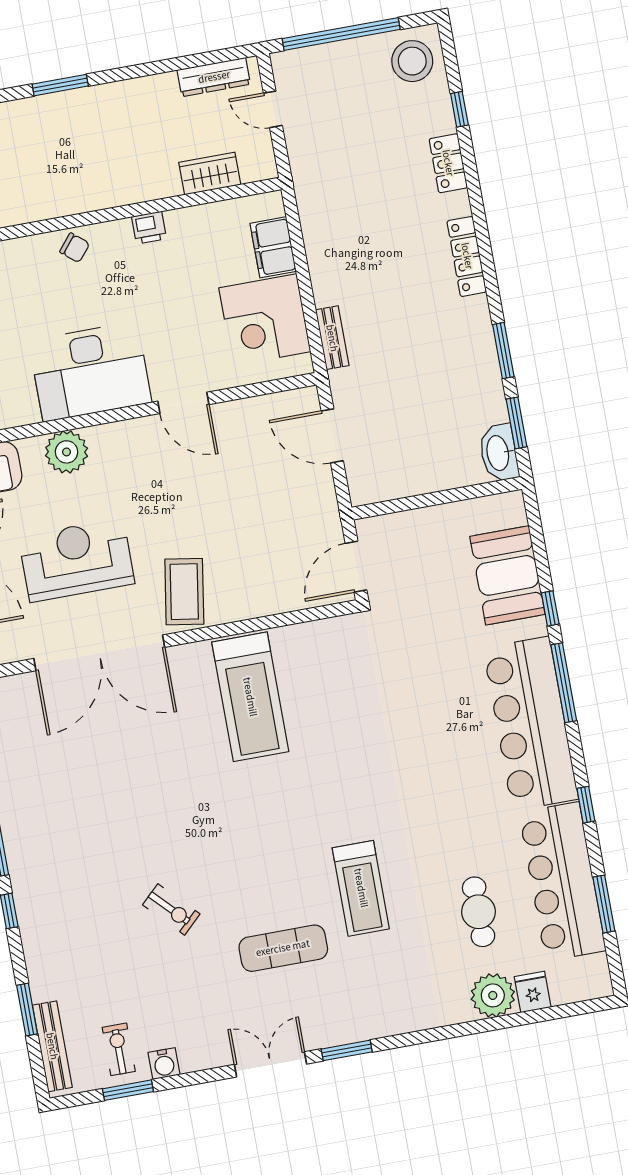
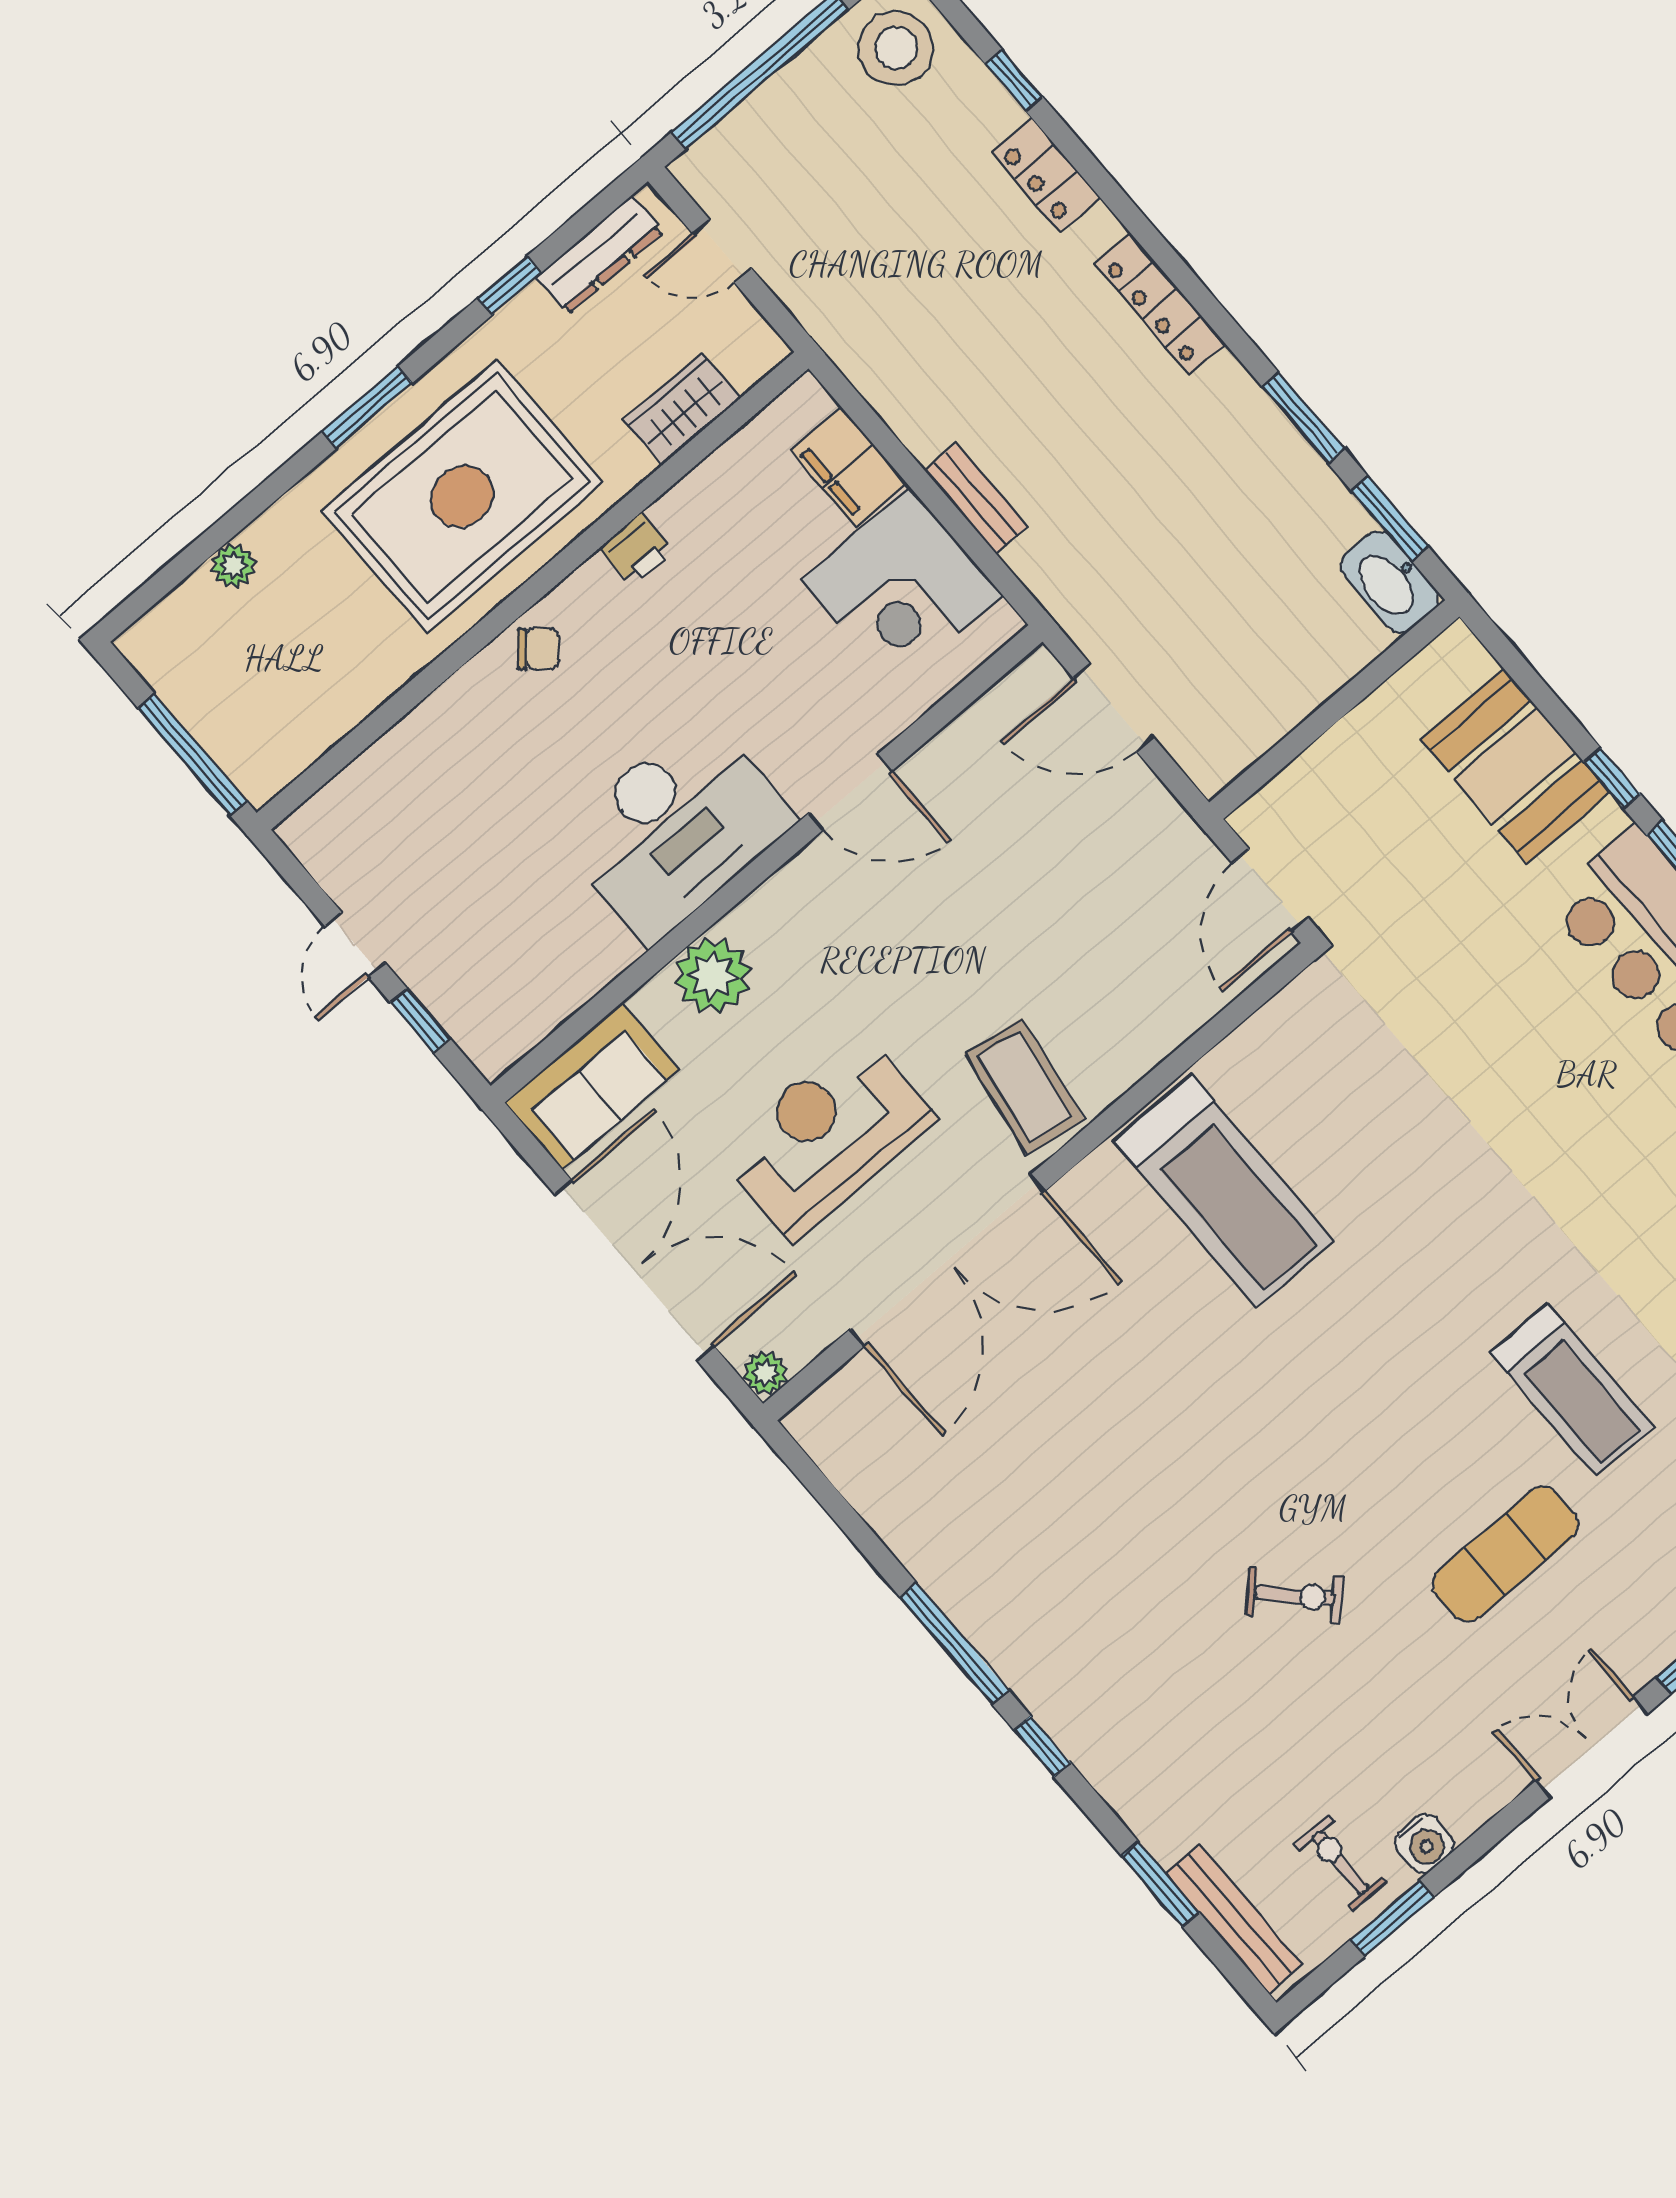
window: (162, 67) -> (509, 286), added
rug: (81, 154) -> (462, 496), added
bench: (332, 338) -> (976, 499), moved

